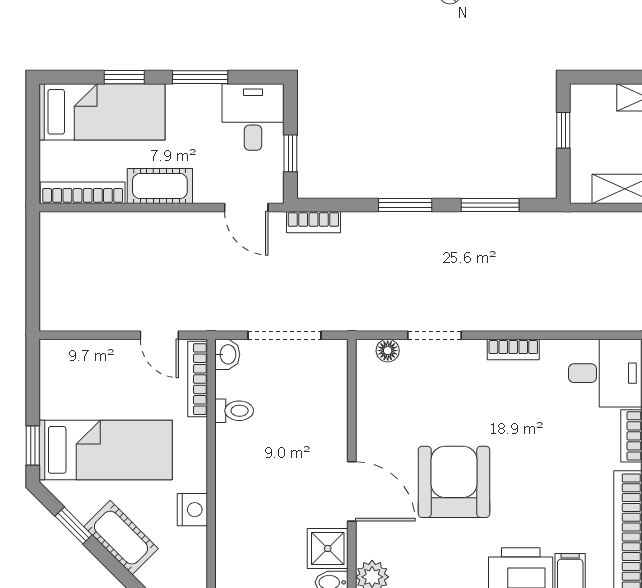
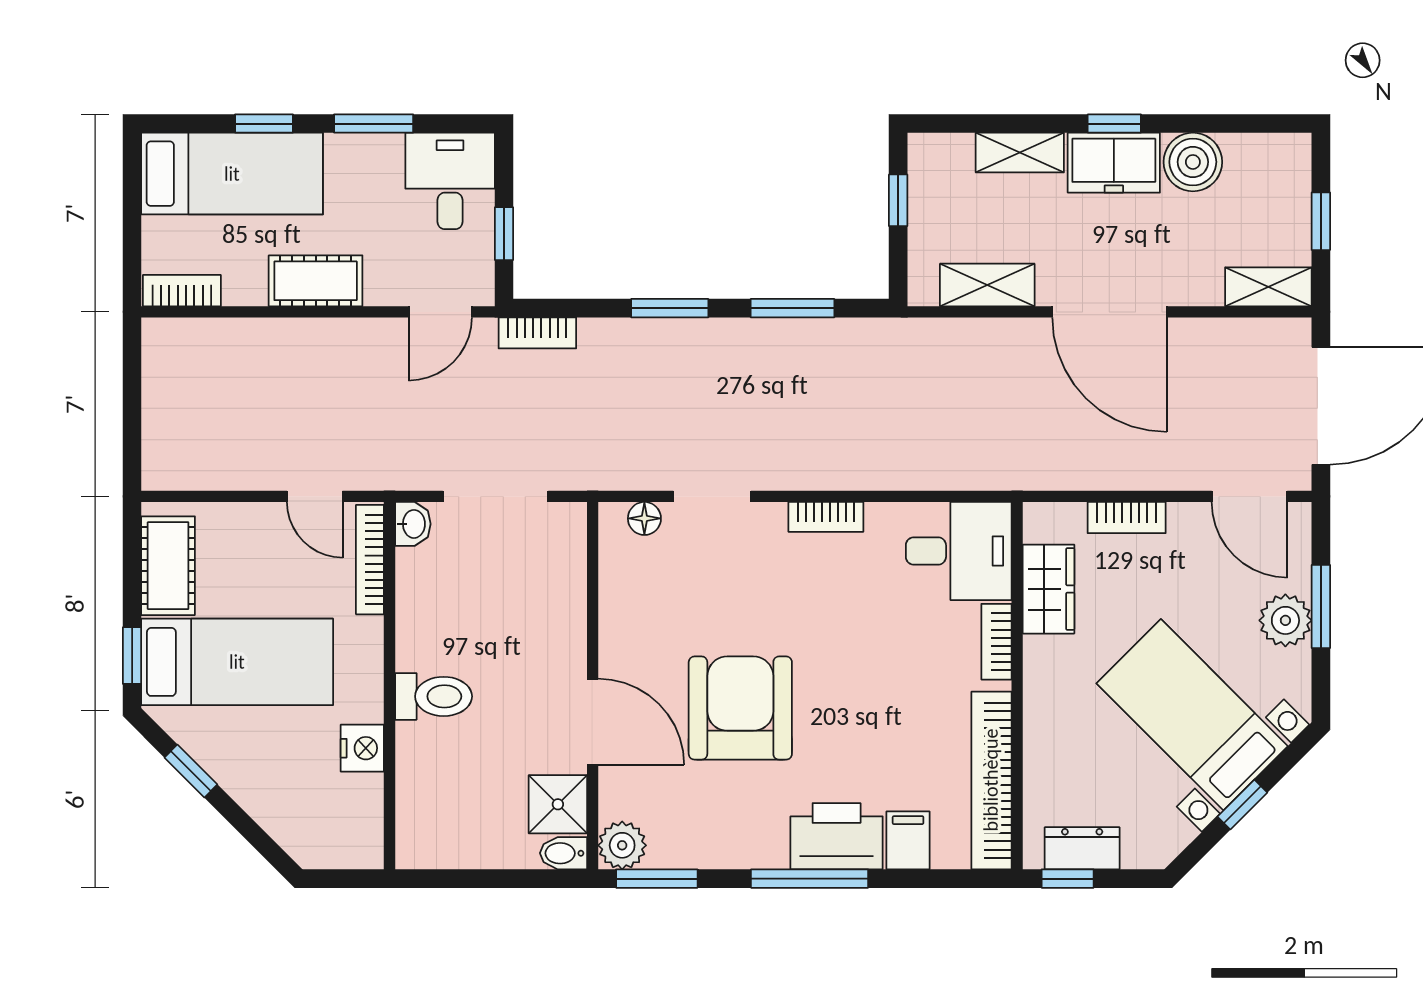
bookcase: (83, 193) -> (182, 291), width x0.64
door: (246, 207) -> (440, 312), hinge flipped
toilet: (234, 411) -> (434, 696), moved, width x1.37, depth x1.39
cot: (121, 538) -> (168, 566), moved, turned 45

